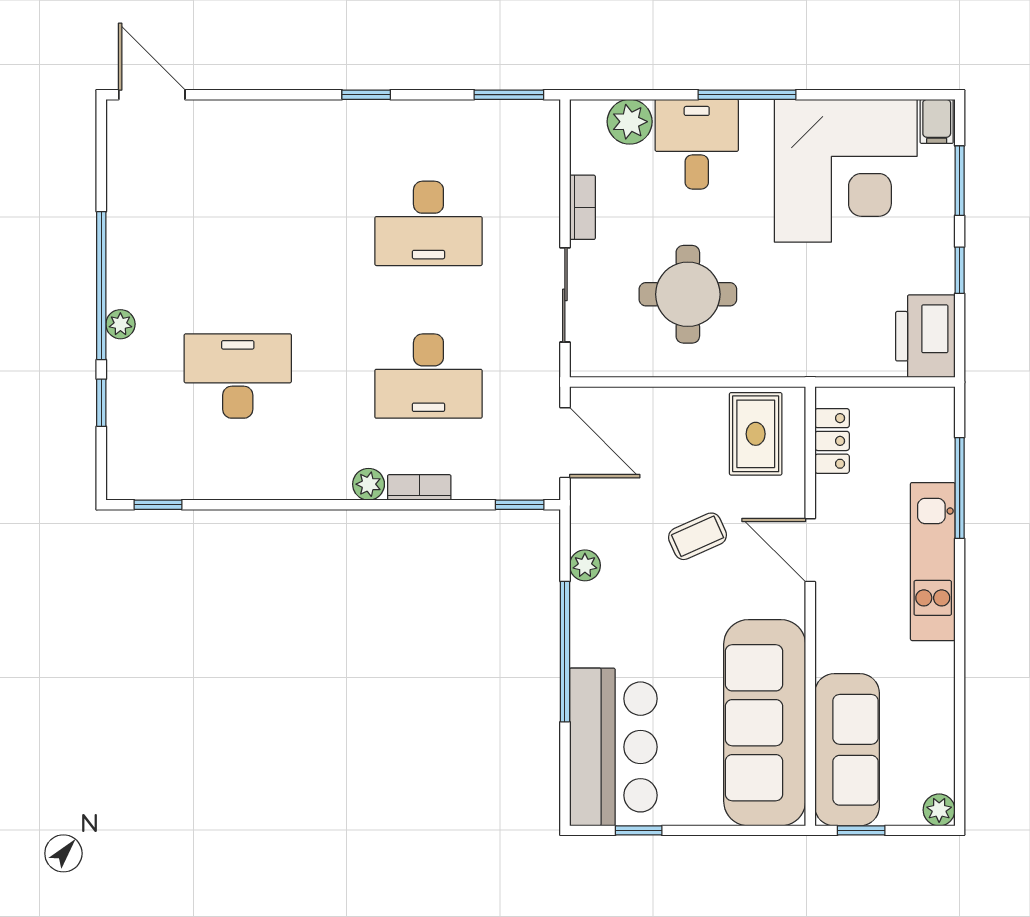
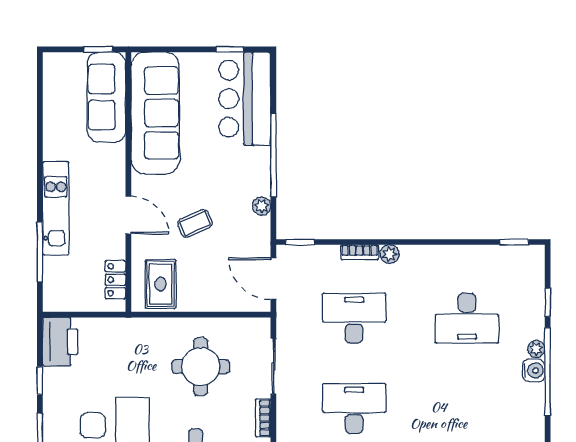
water cooler: (125, 288) -> (534, 370), added
plant: (939, 810) -> (52, 61), removed

